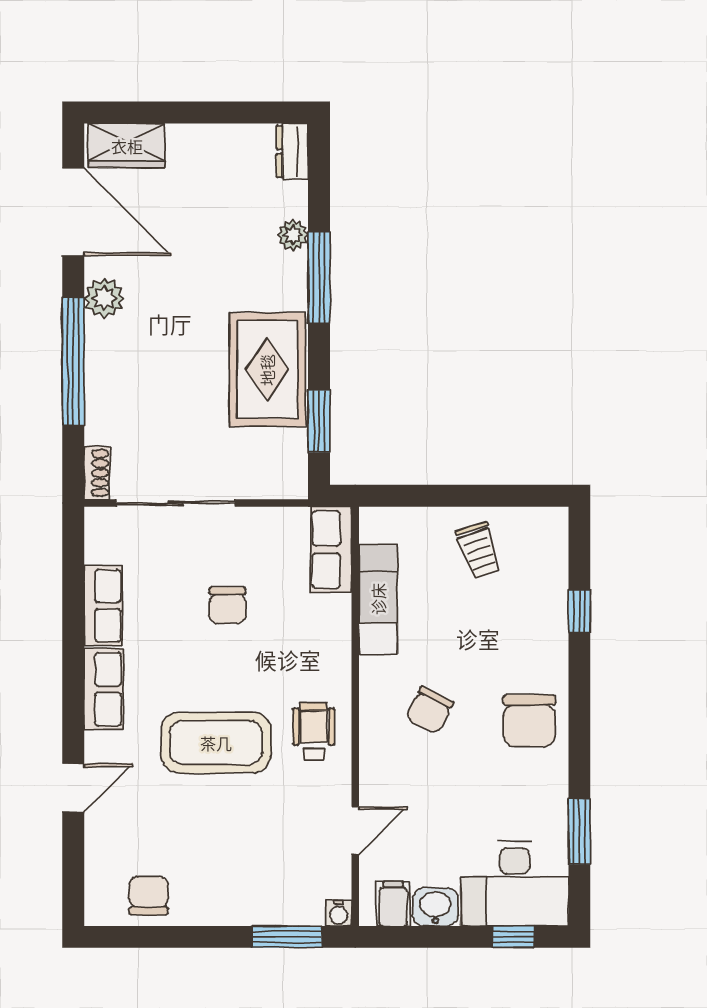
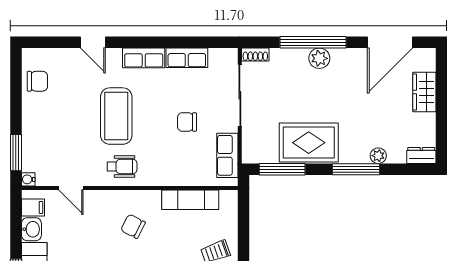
wardrobe: (127, 146) -> (424, 92), moved
plant: (104, 298) -> (319, 58), moved
window: (319, 421) -> (282, 169), width x1.44
row of seats: (331, 550) -> (227, 155), moved, turned -90

